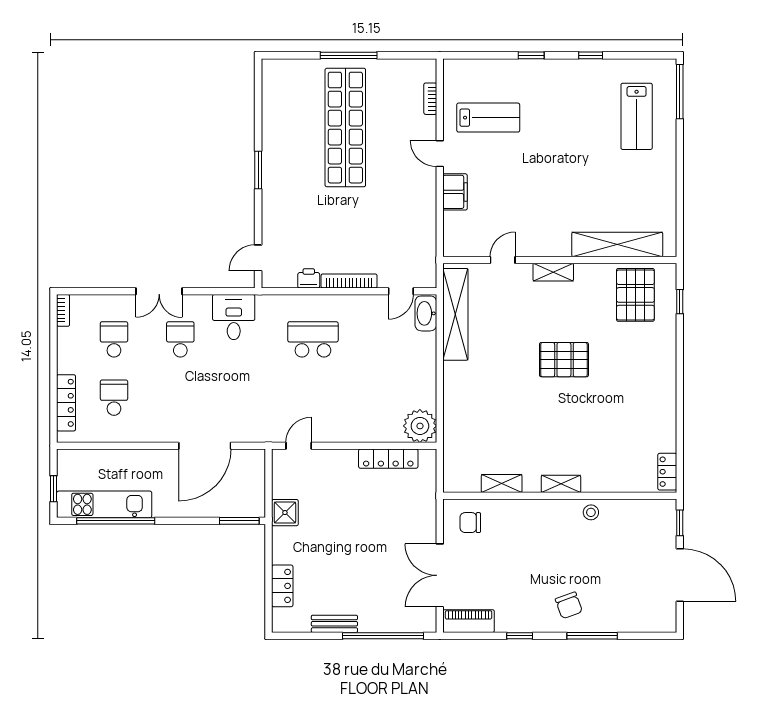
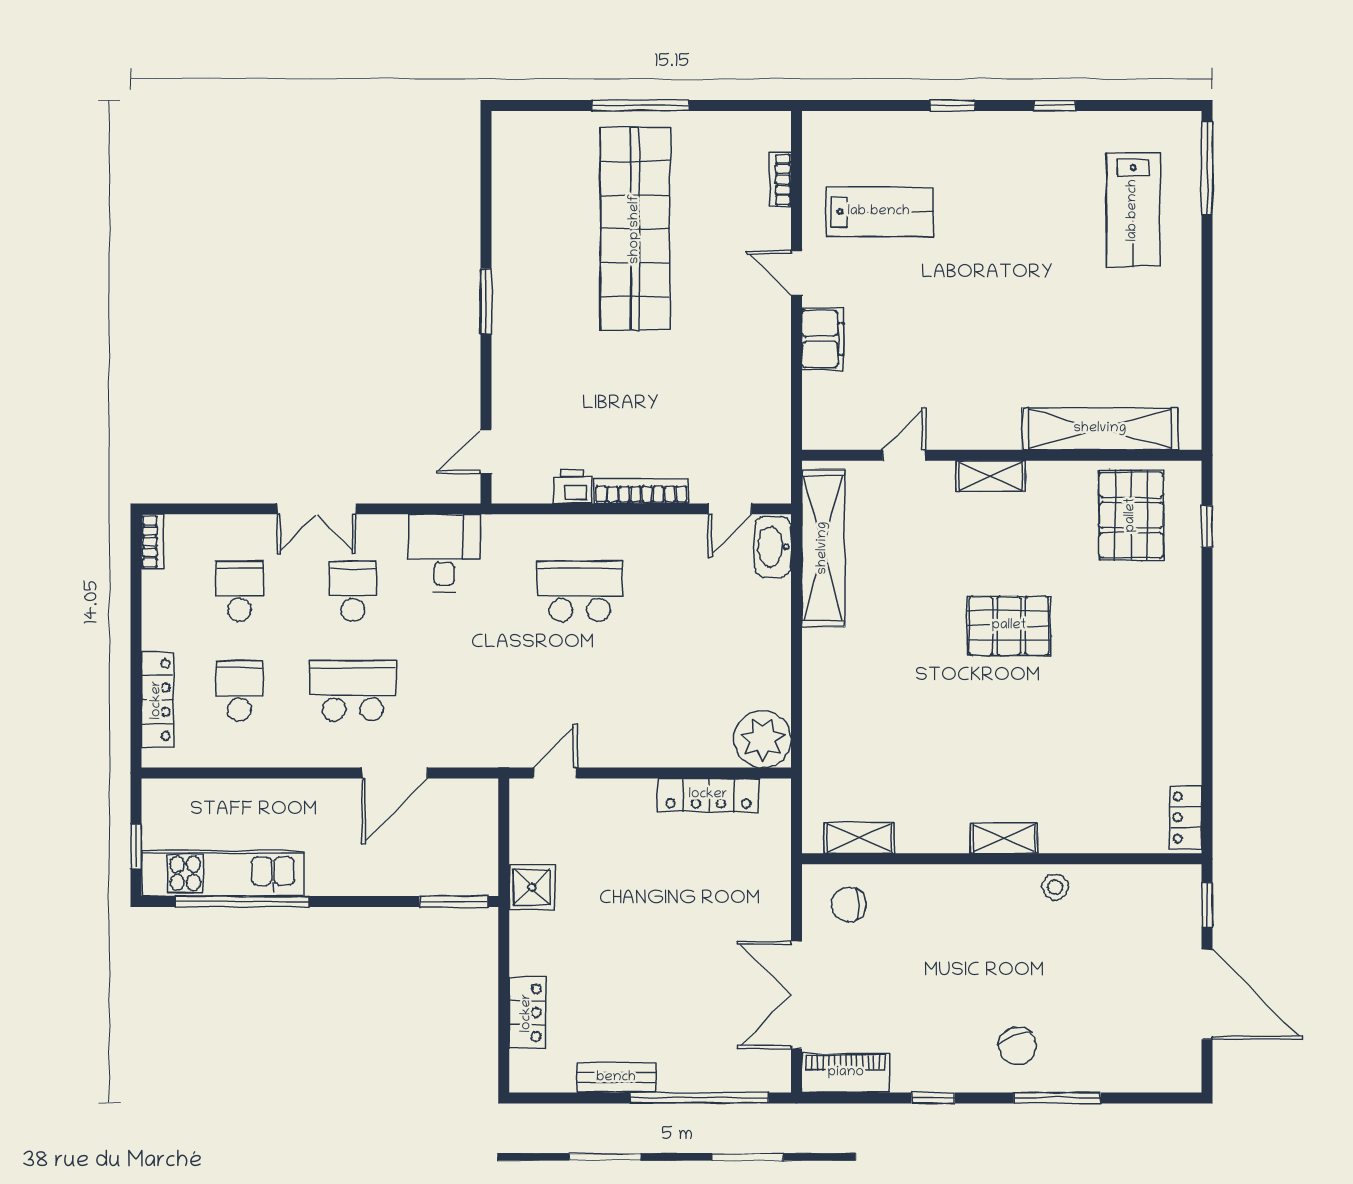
school desk: (180, 398) -> (353, 691), added
door: (205, 446) -> (395, 773), width x0.73
shelving: (502, 484) -> (859, 838), moved

